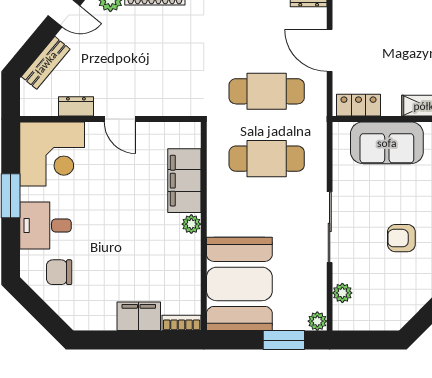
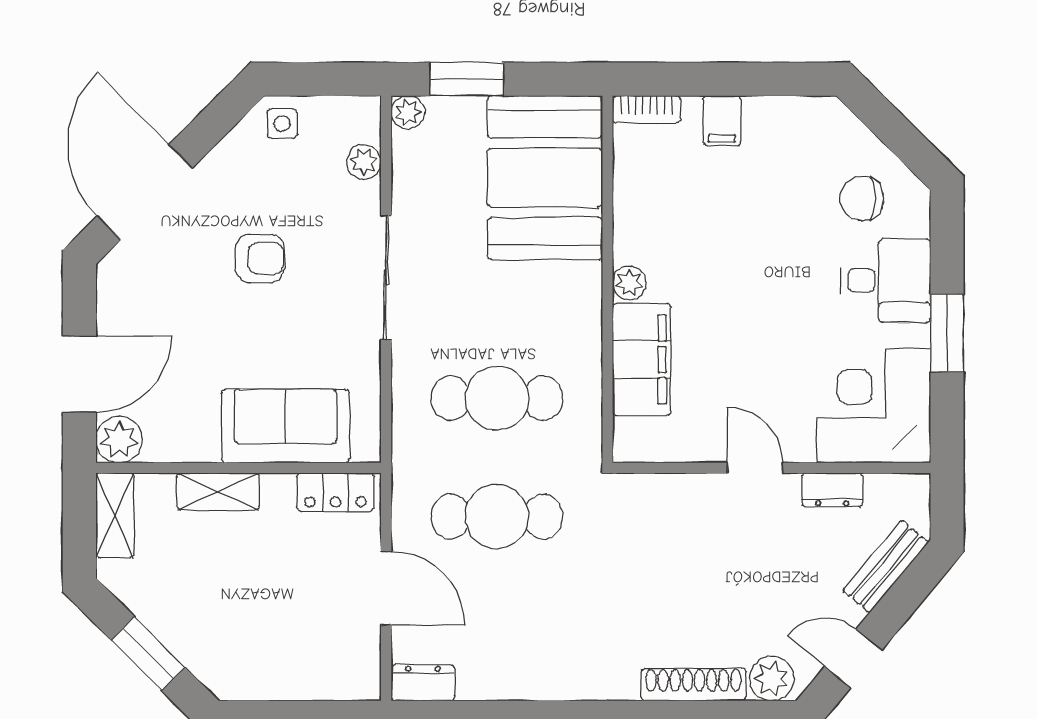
chair: (59, 272) -> (862, 198), turned 180
side table: (389, 315) -> (282, 124), added
filing cabinet: (139, 316) -> (722, 121), width x0.50

